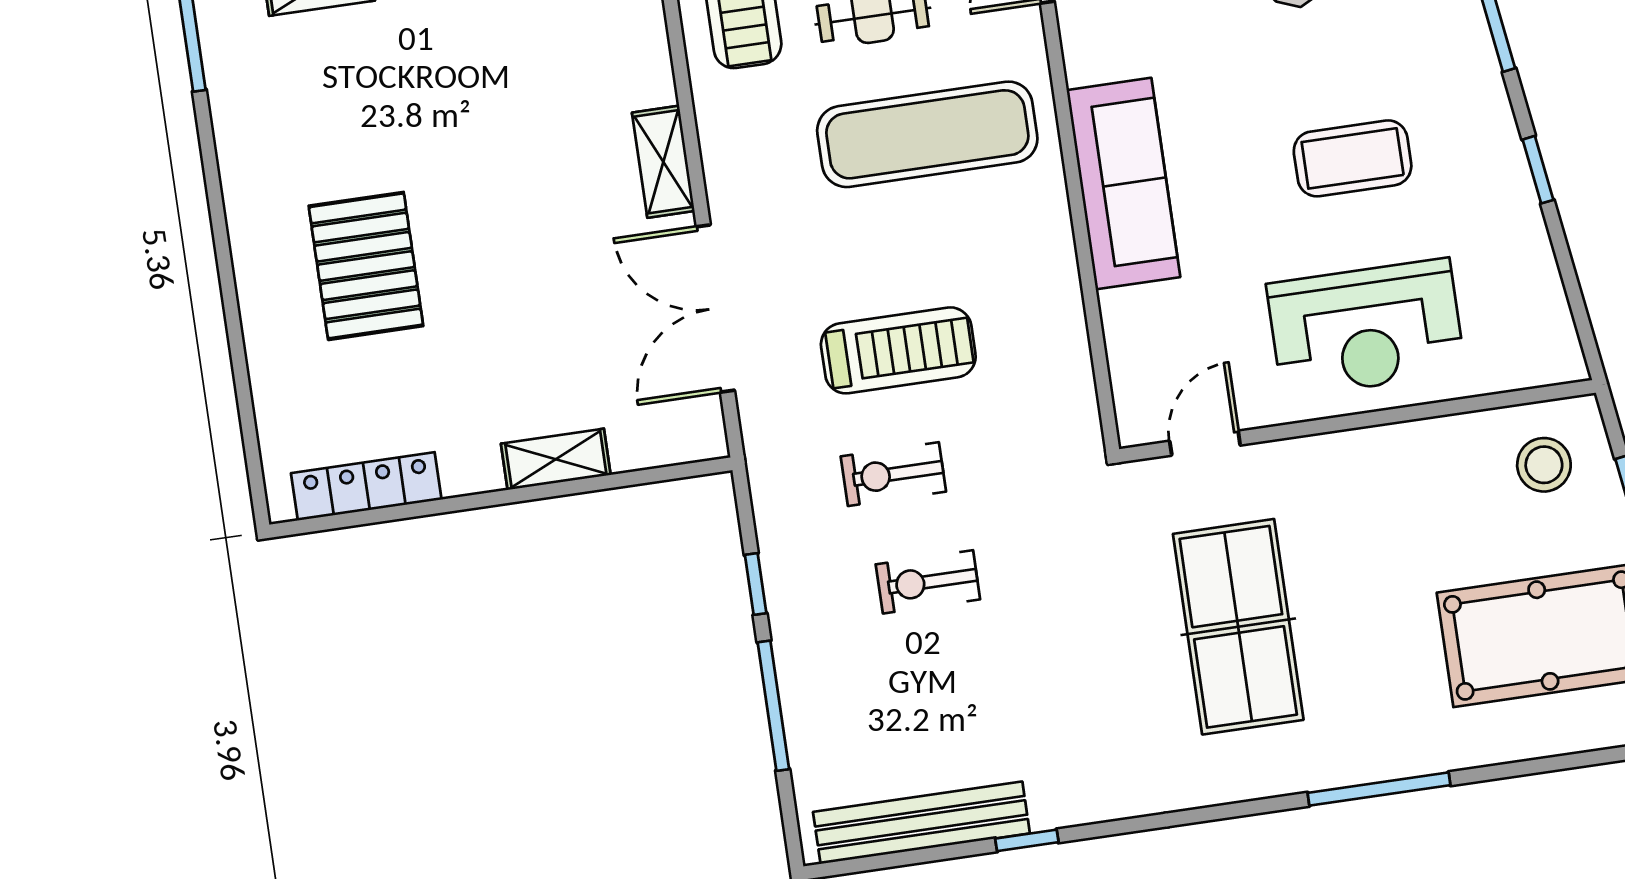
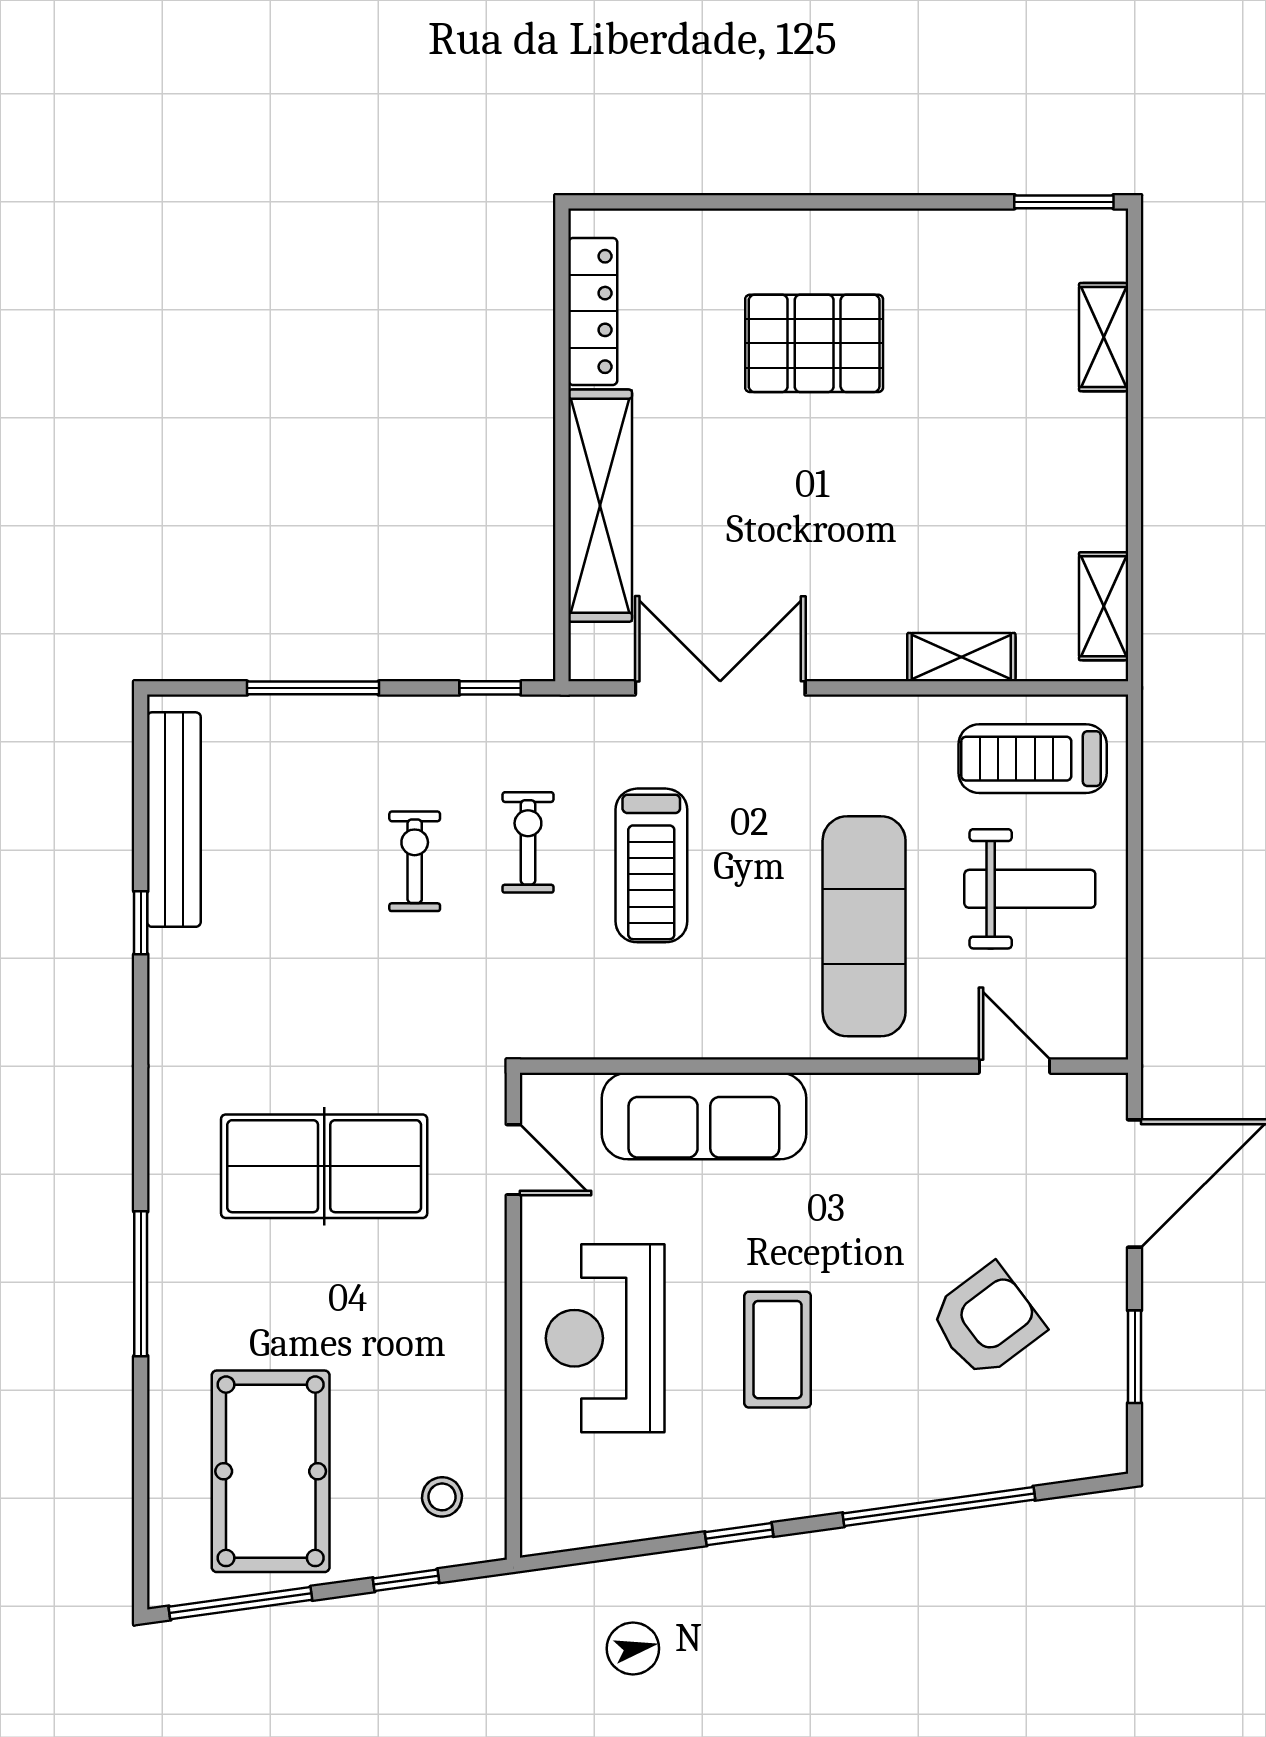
shelving: (663, 162) -> (961, 657), moved
sofa: (1123, 184) -> (704, 1116), moved
shelving: (556, 459) -> (600, 506), width x2.20, depth x1.33
stool: (1544, 465) -> (442, 1497), width x0.73, depth x0.73
window: (756, 584) -> (490, 688), moved

